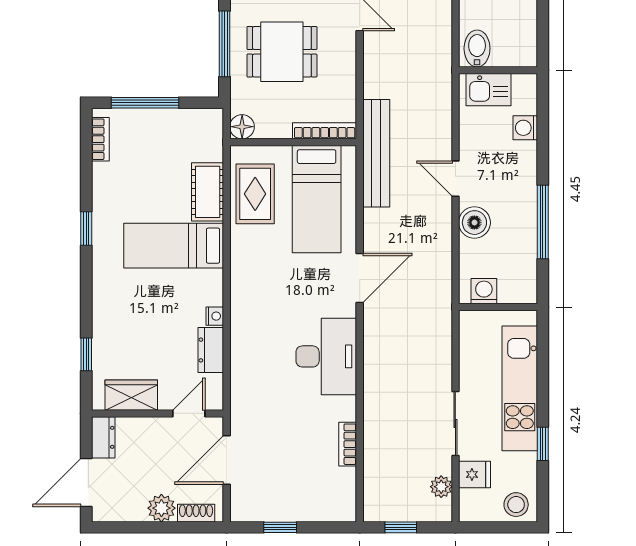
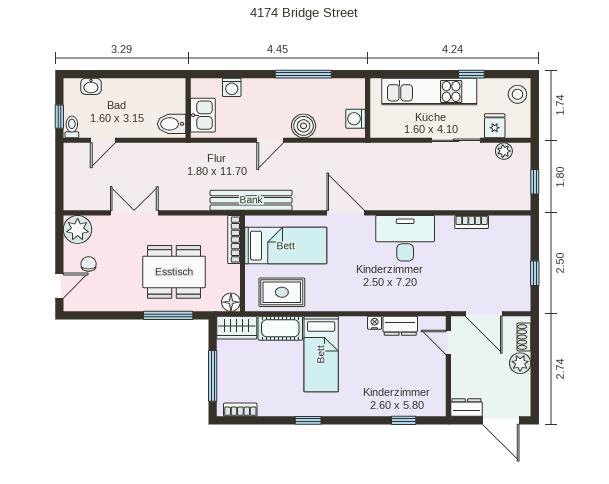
dining table: (282, 52) -> (174, 272), width x1.37
wardrobe: (131, 395) -> (237, 328), moved, turned -90

